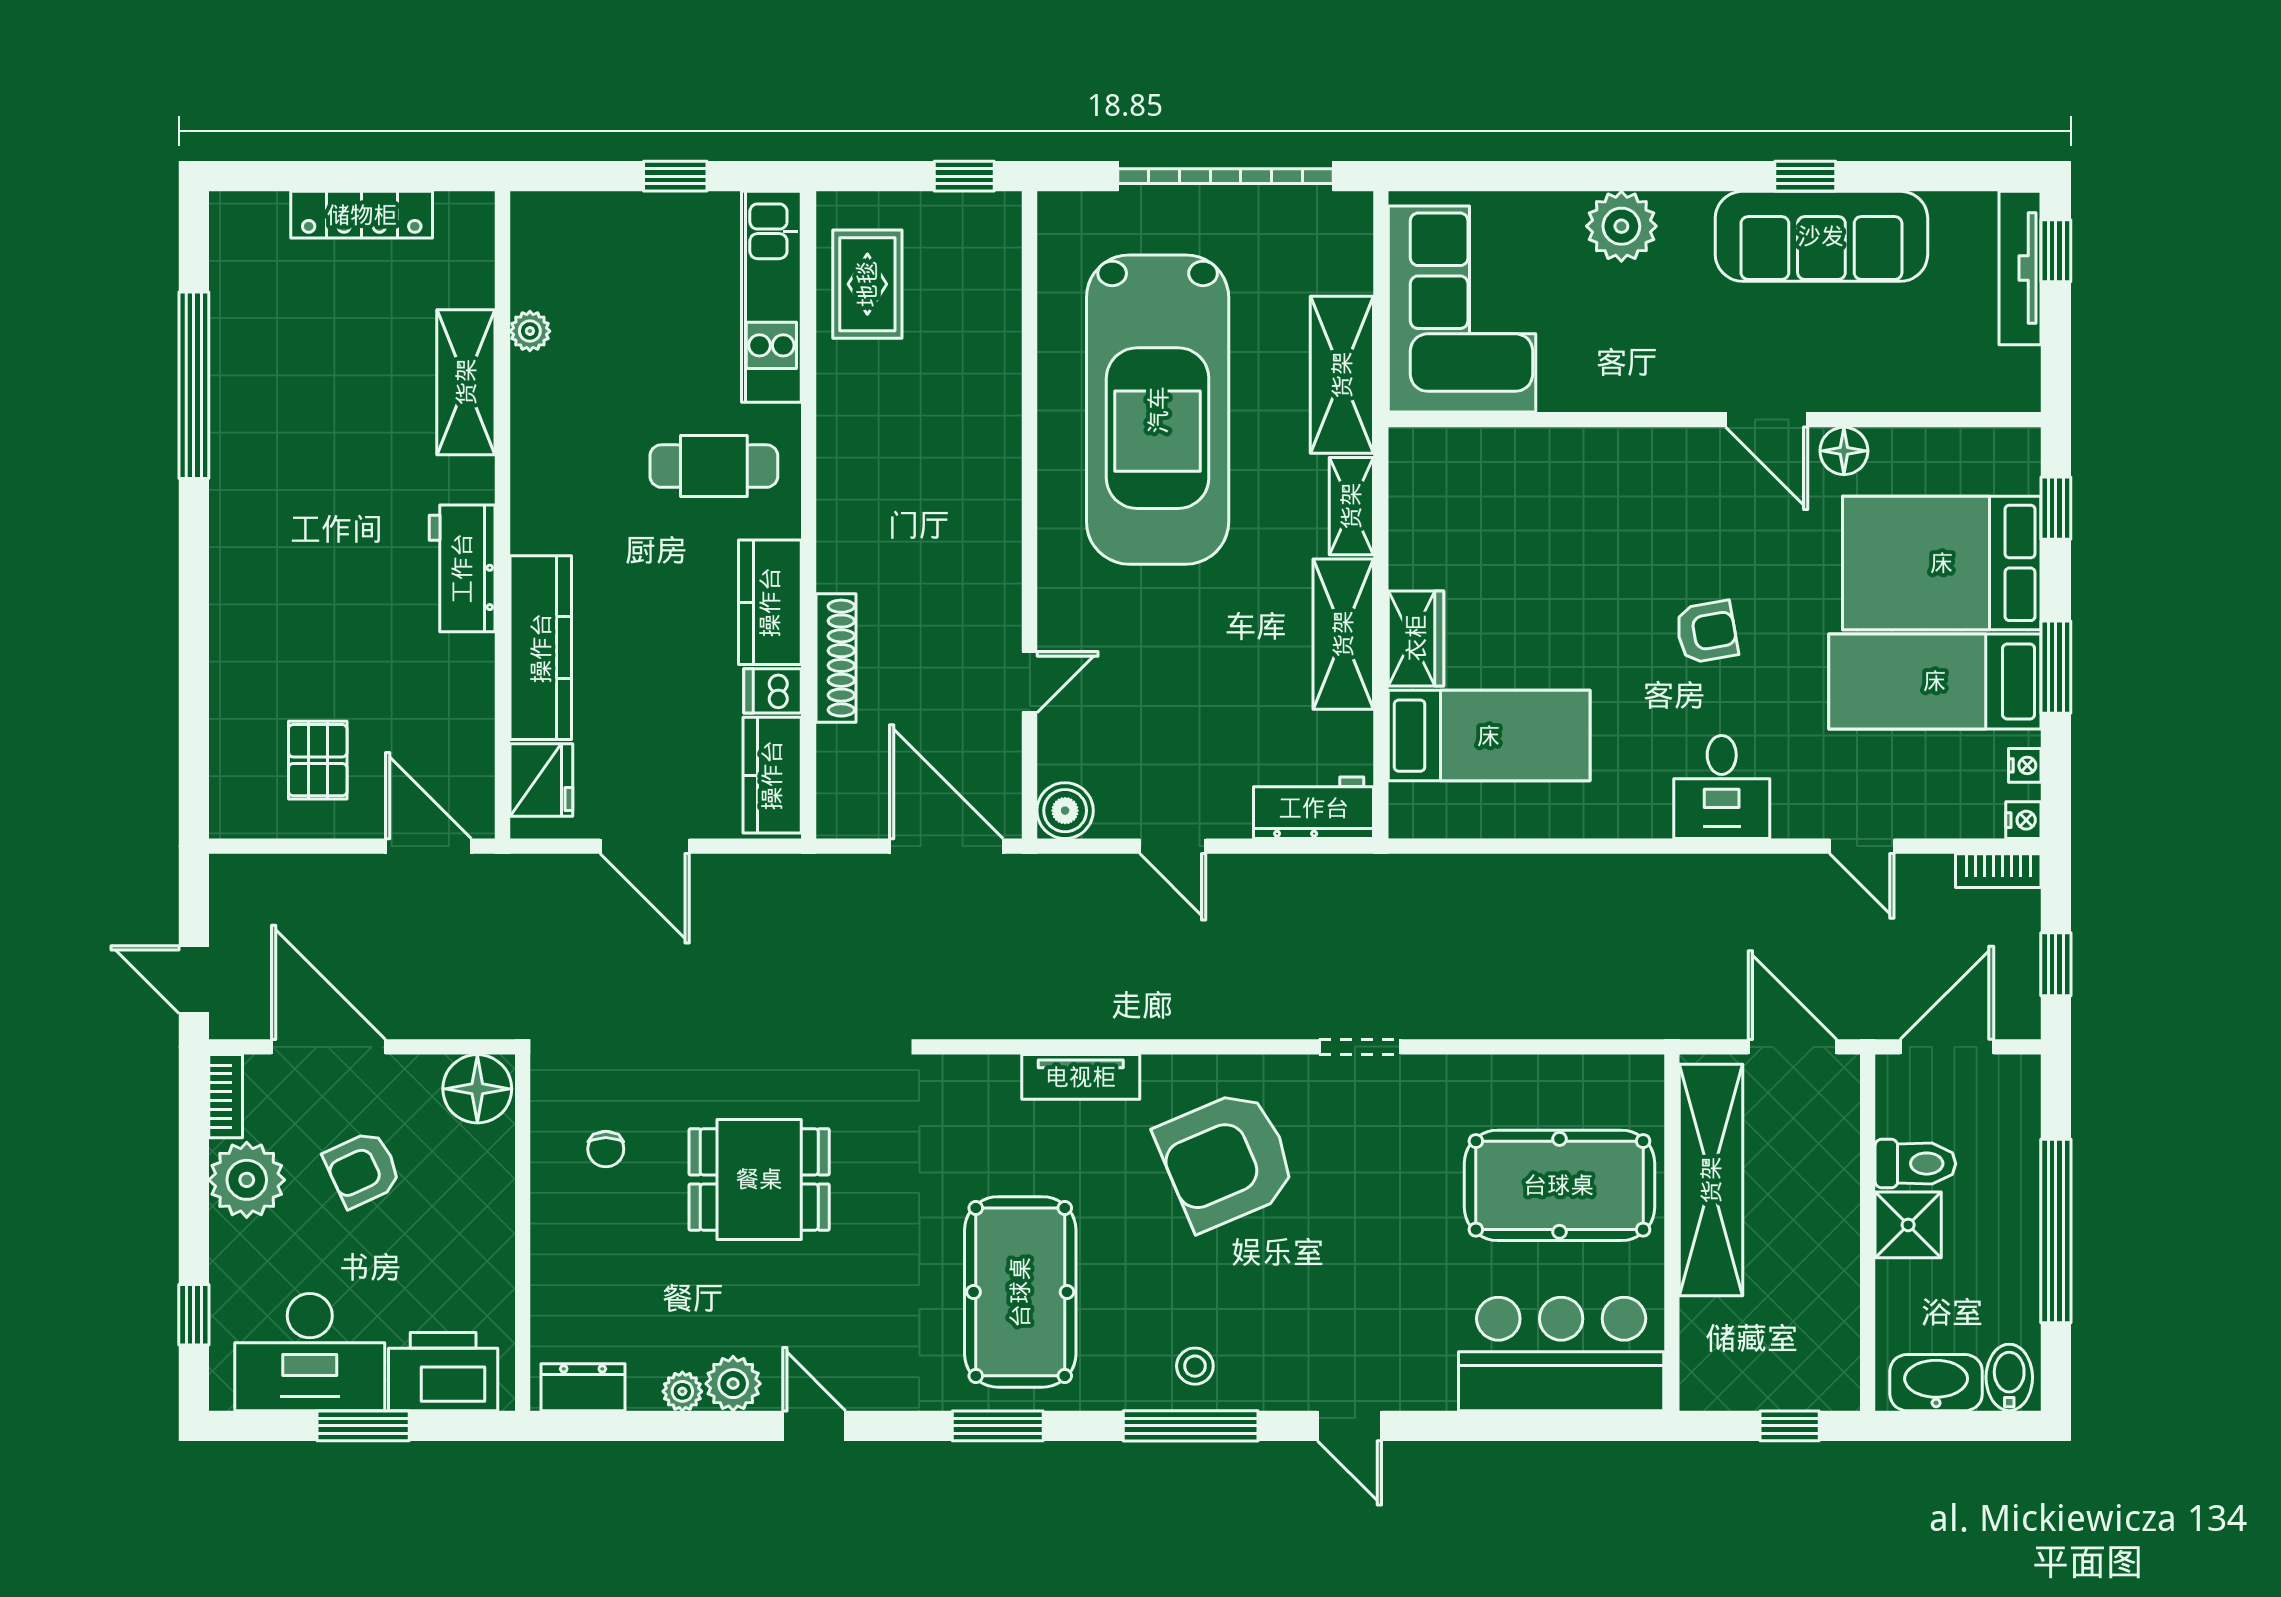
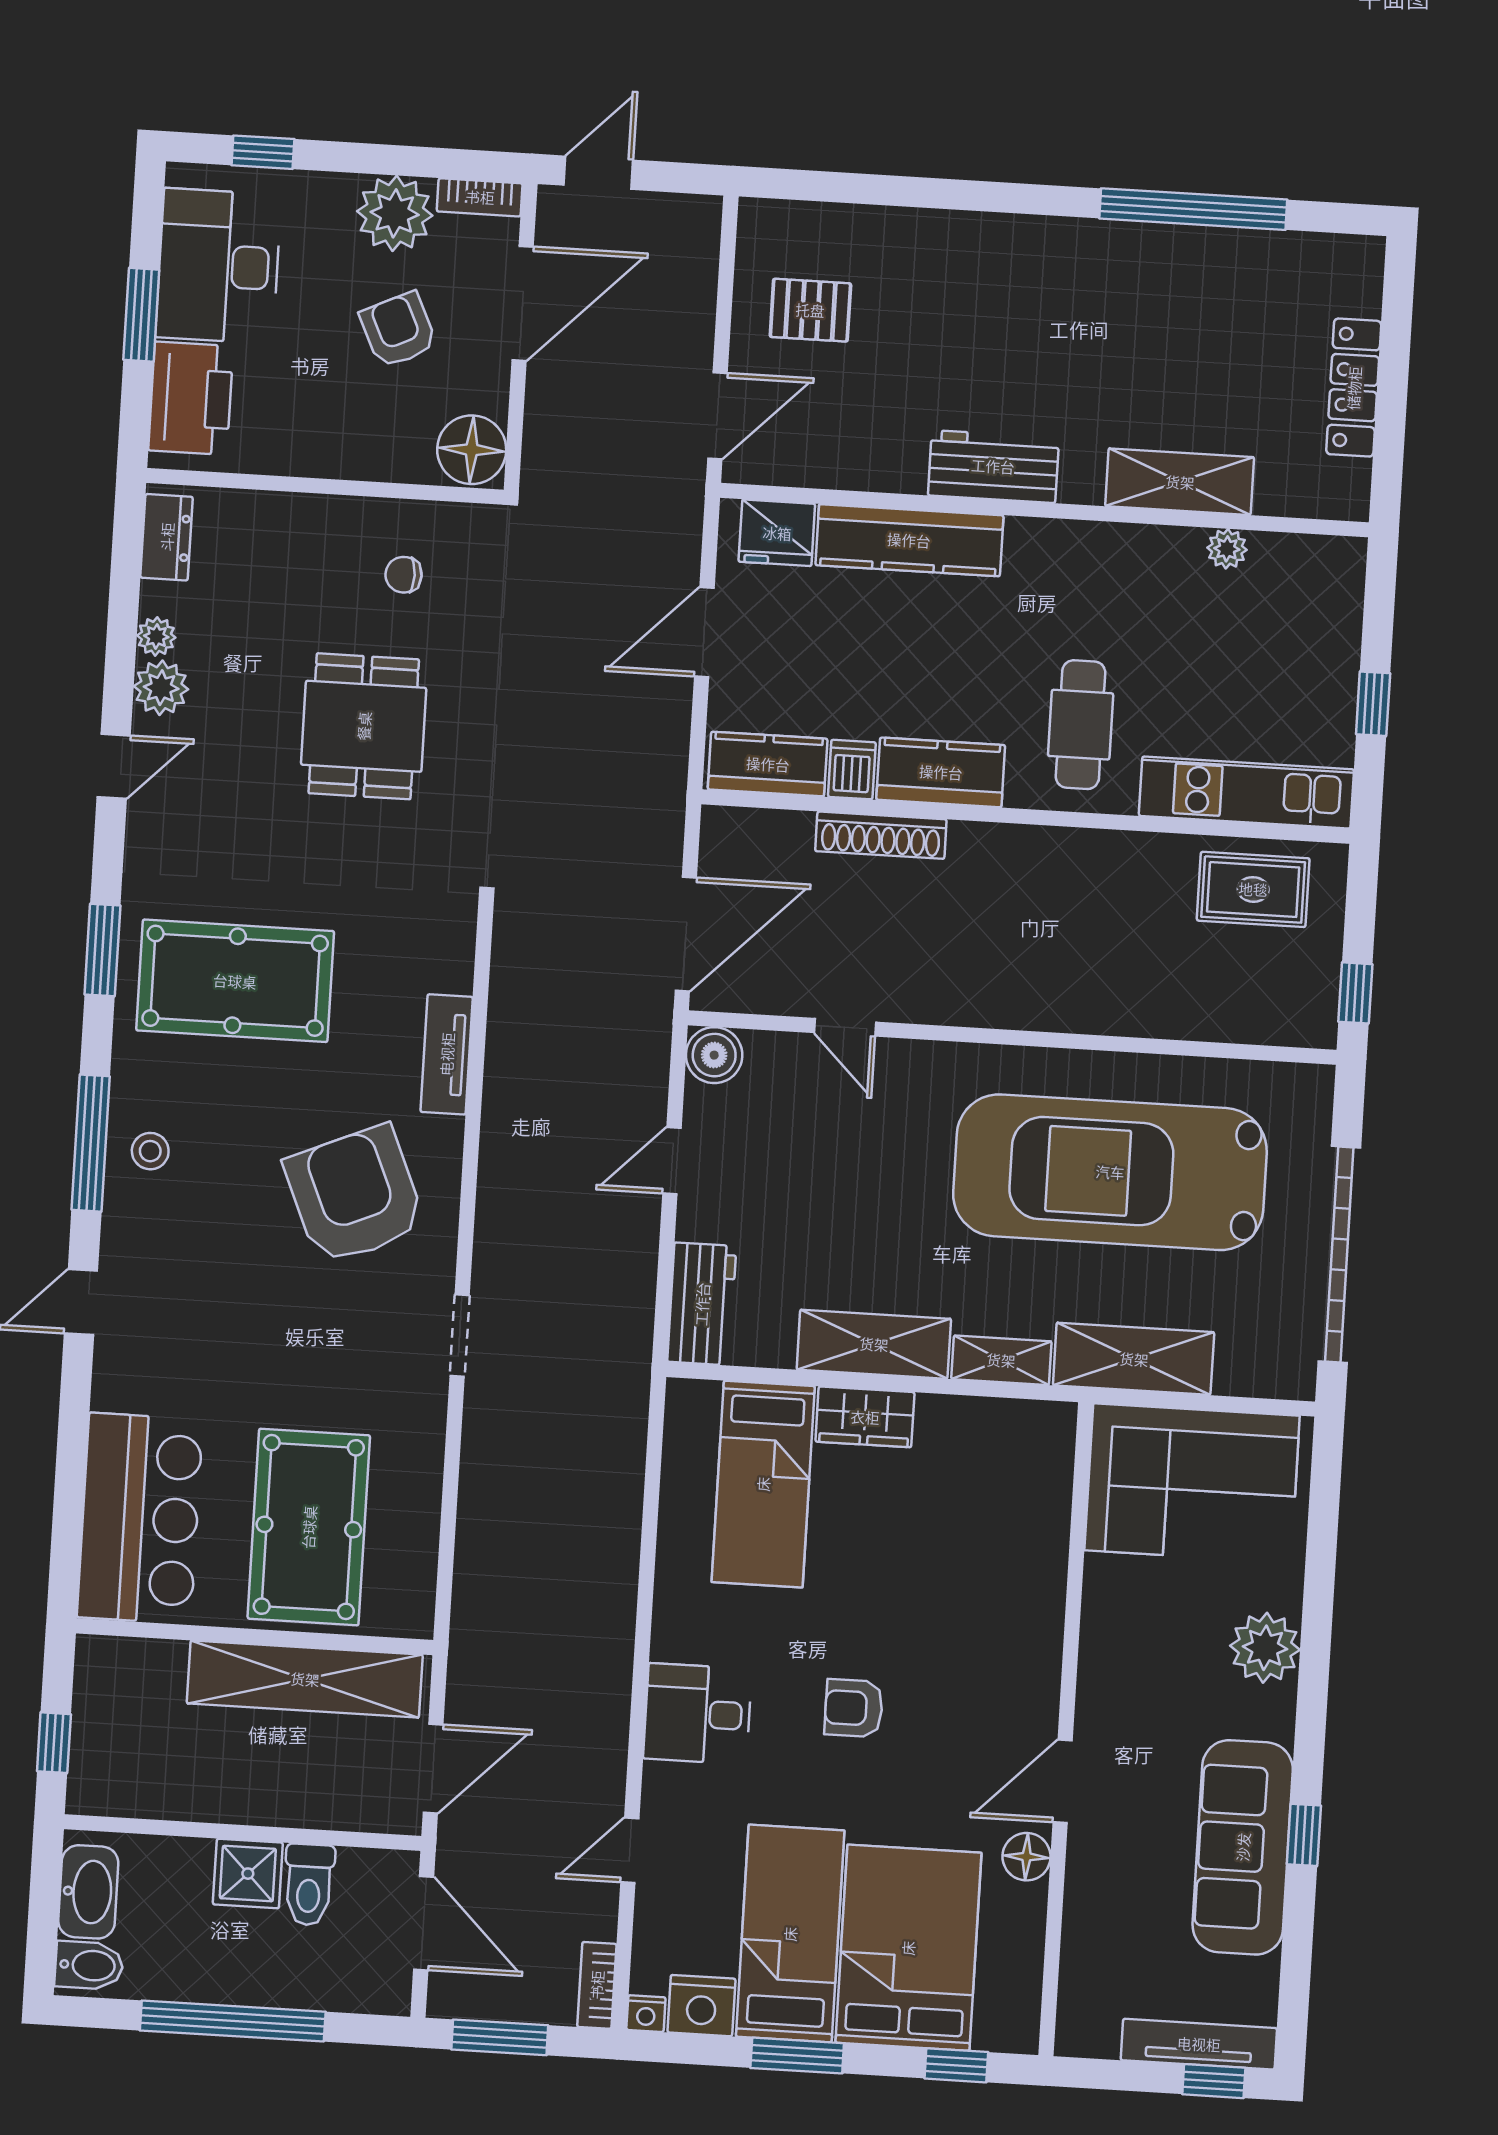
armchair: (1707, 632) -> (854, 1708), turned 100
nightstand: (2025, 765) -> (701, 2006), width x1.89, depth x1.79
window: (2056, 964) -> (500, 2037), width x1.50

